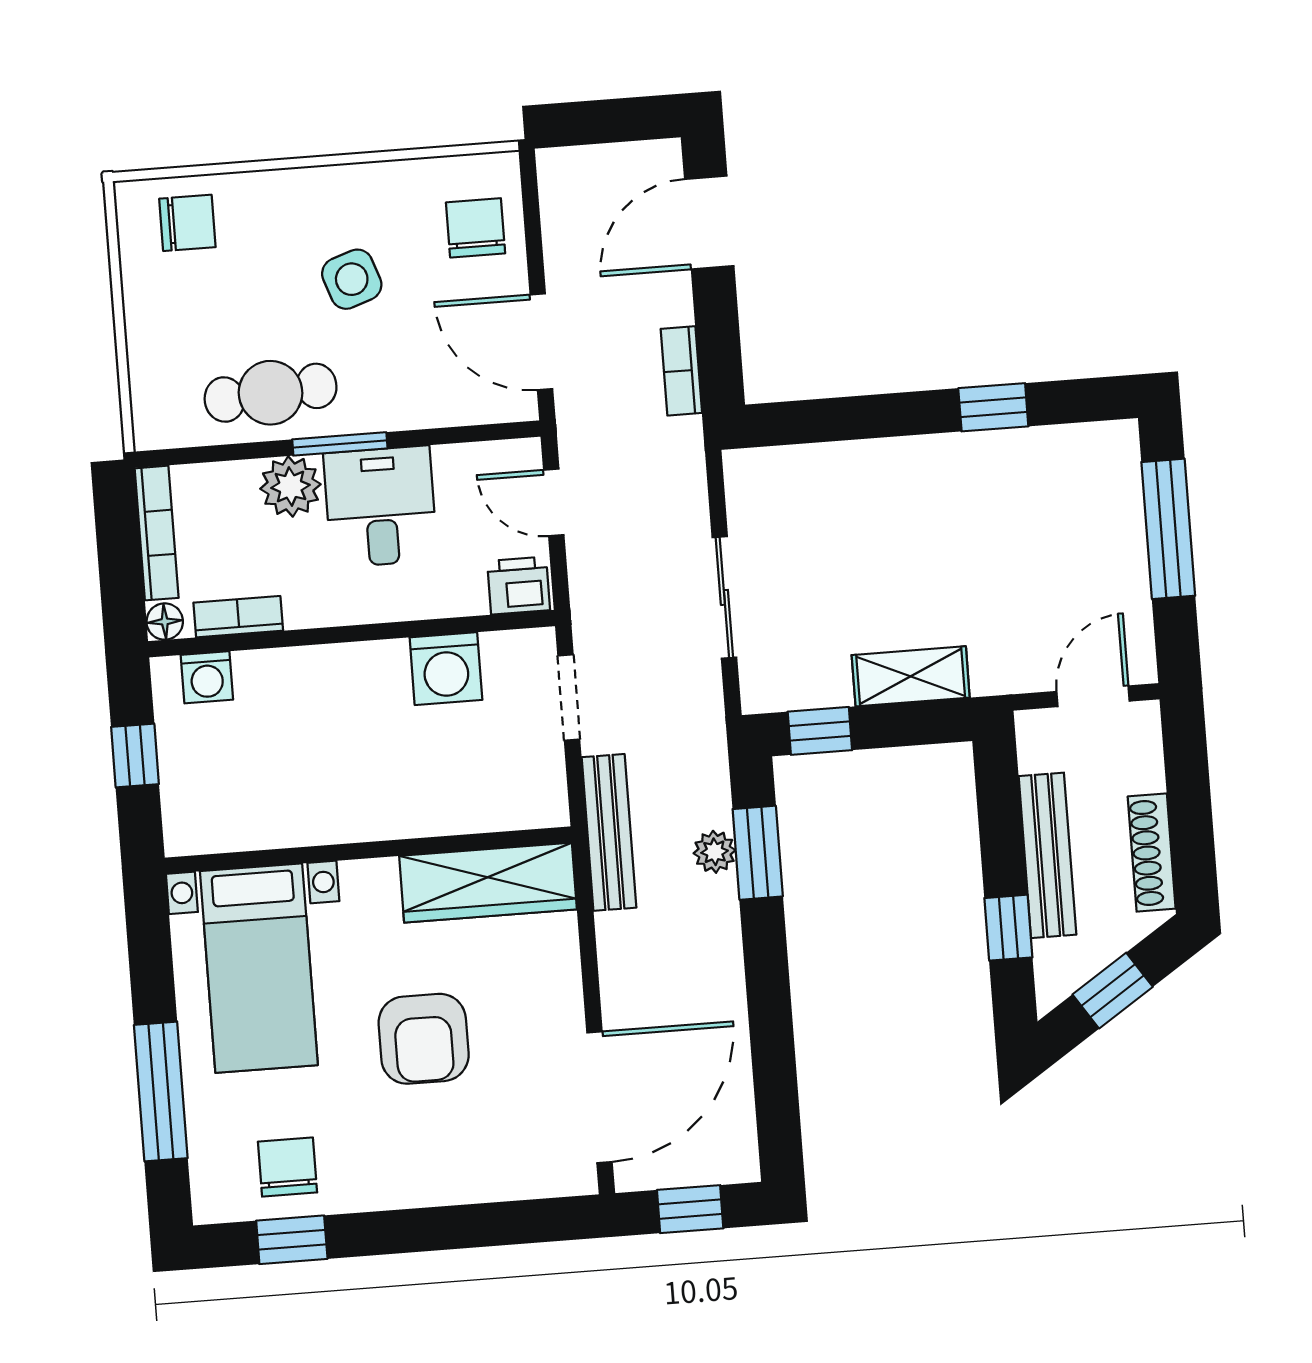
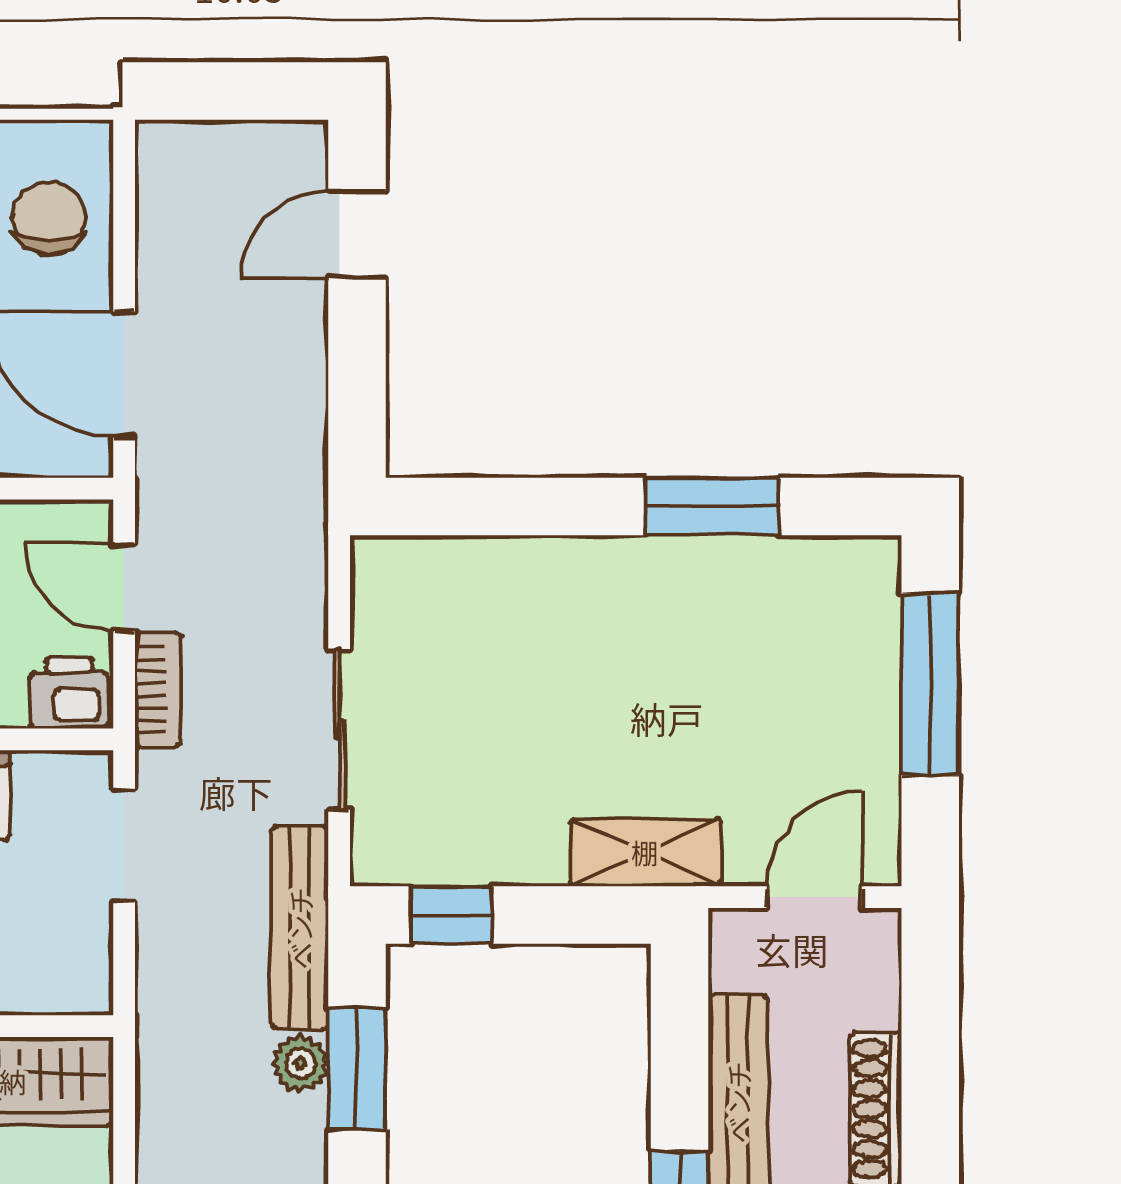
door: (709, 222) -> (357, 235), width x0.73
bookcase: (681, 371) -> (158, 690), moved, turned 180
window: (993, 407) -> (712, 507), width x1.50
shelving: (911, 676) -> (645, 852), moved
bench: (609, 832) -> (300, 928), moved

